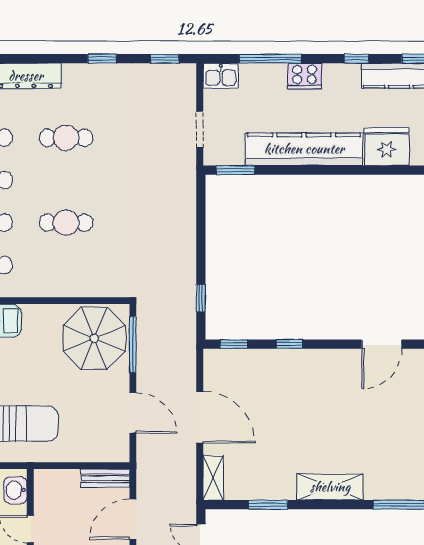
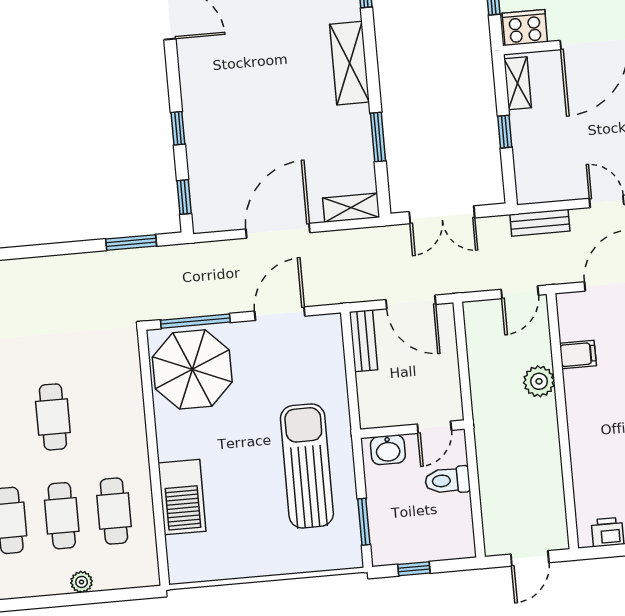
window: (201, 298) -> (131, 243), width x1.50

